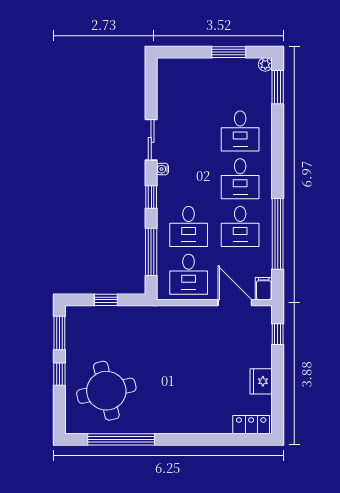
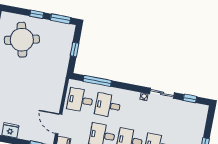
window: (151, 197) -> (190, 99), moved
door: (235, 303) -> (59, 124), swing flipped

